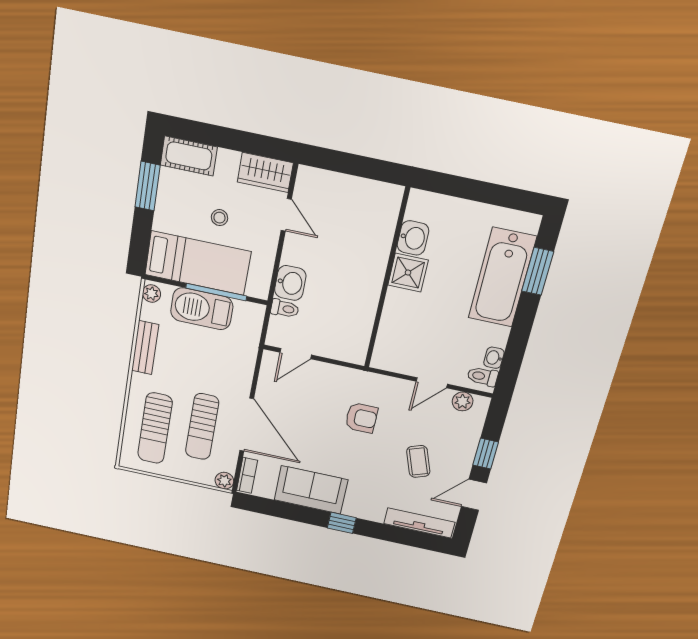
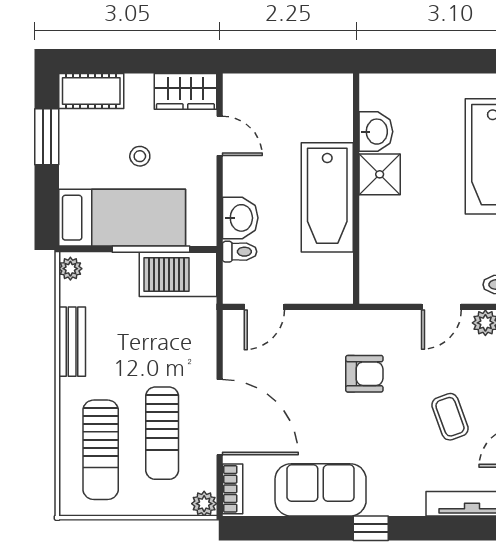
bathtub: (362, 282) -> (327, 197), added
barbecue: (202, 309) -> (178, 274), moved

